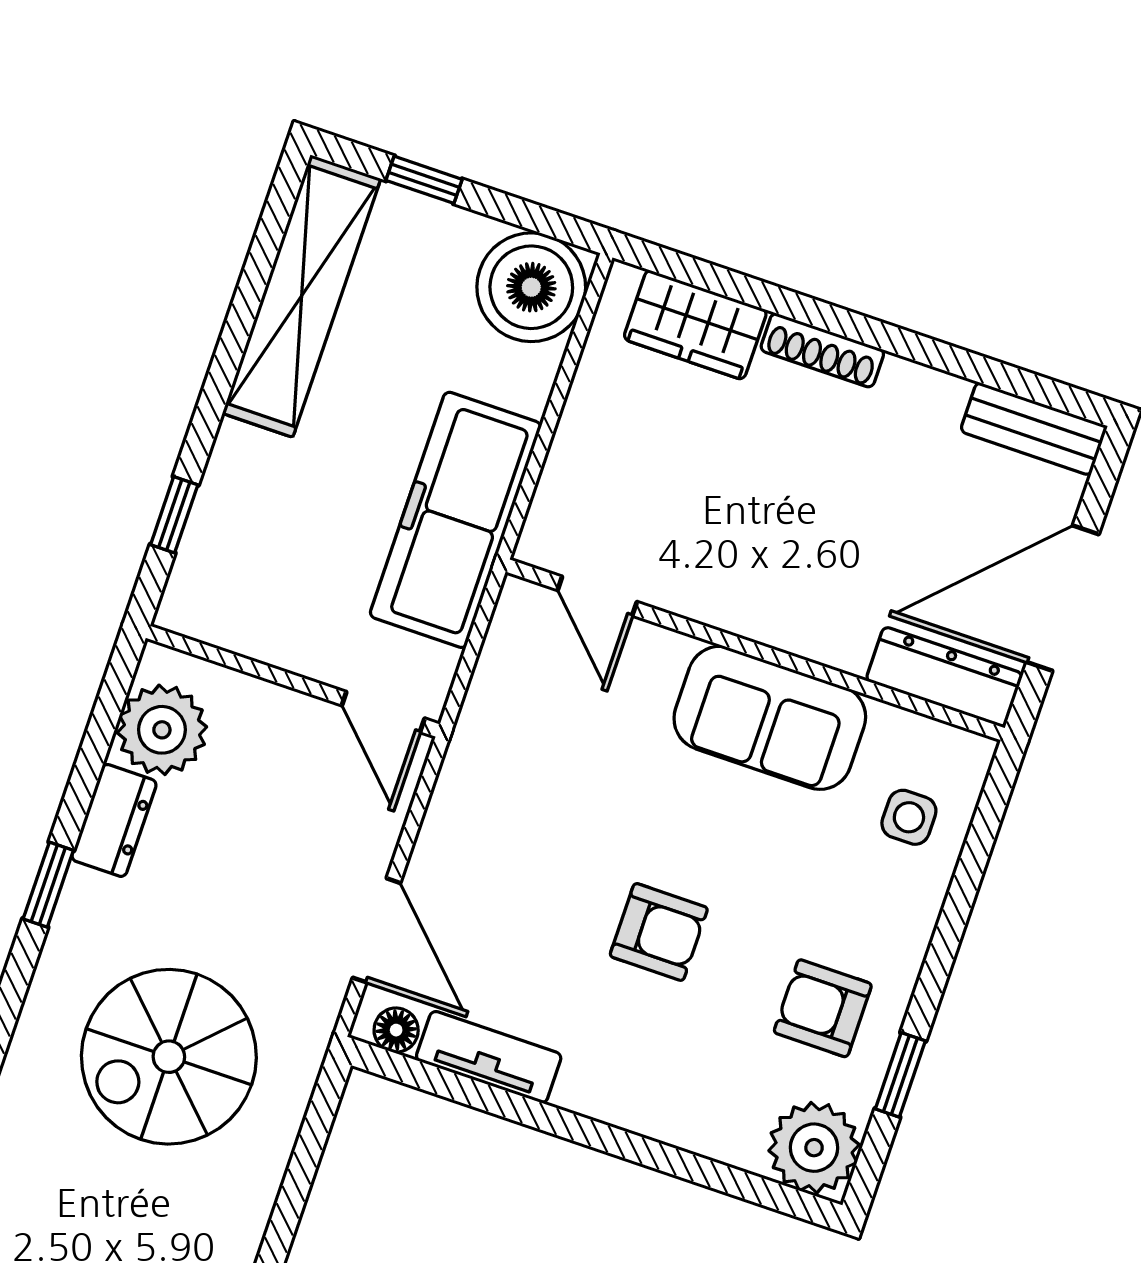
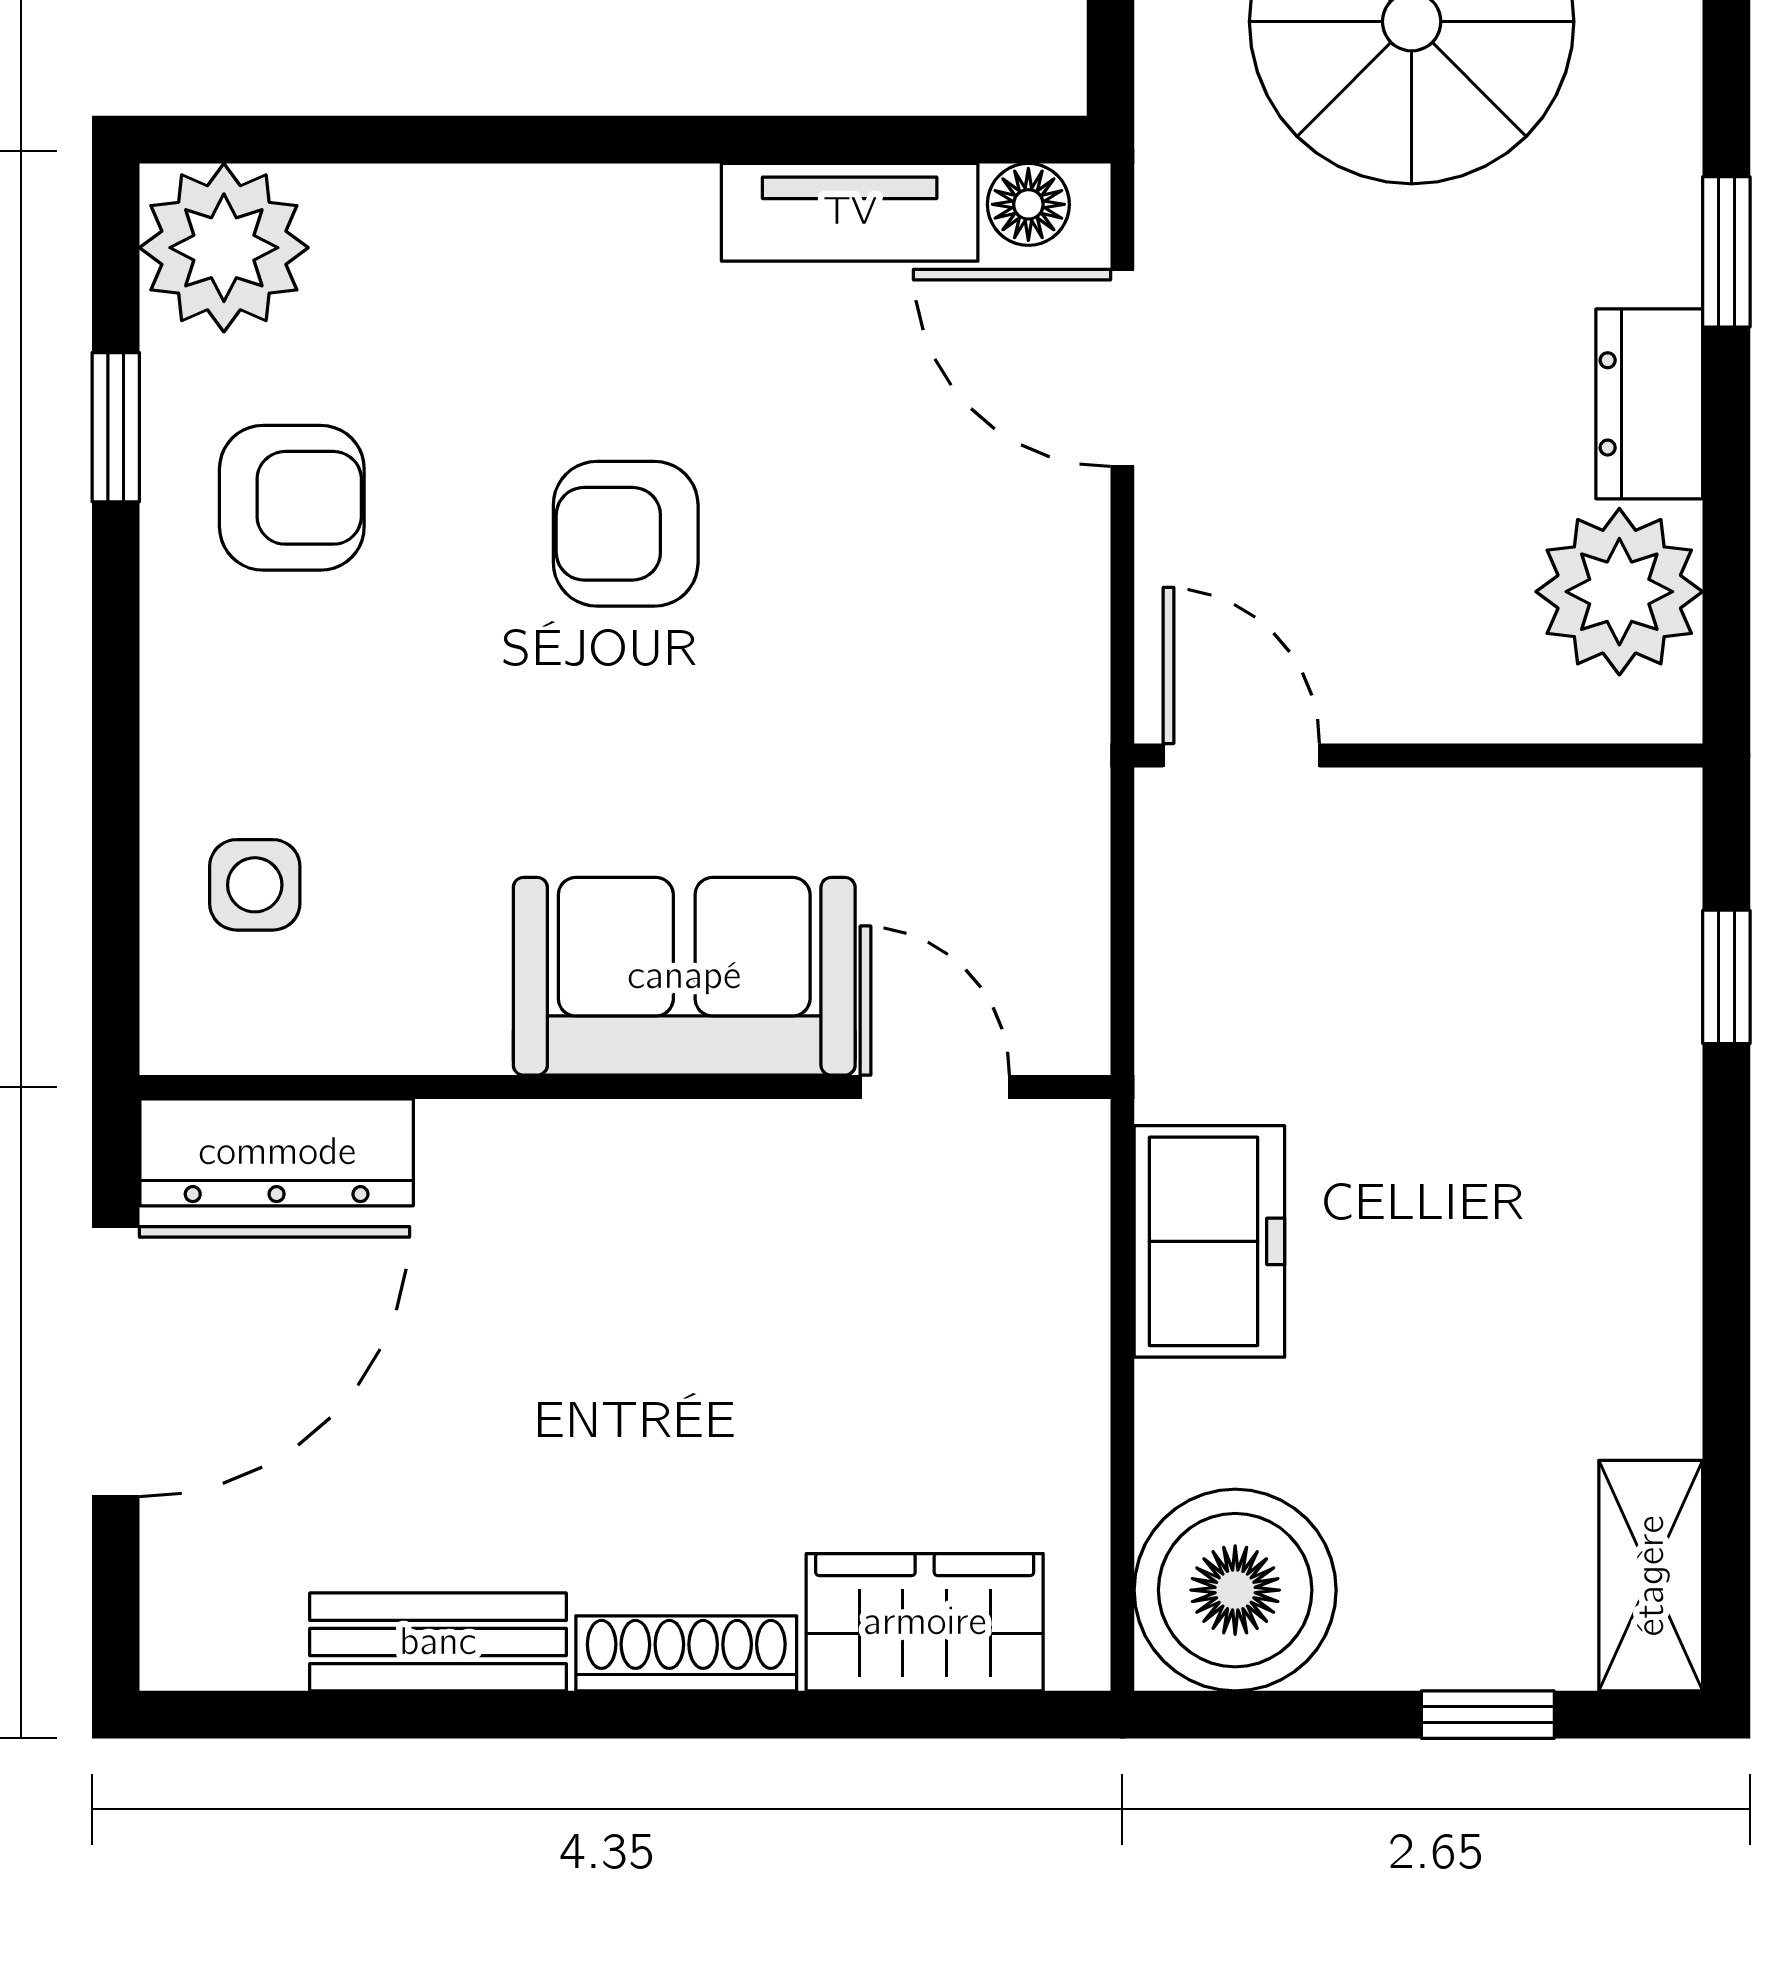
shelving: (302, 296) -> (1651, 1576), width x0.45, depth x0.75
bench: (1034, 429) -> (438, 1642), moved
freezer: (455, 520) -> (1209, 1241), width x0.52, depth x0.79
sofa: (770, 718) -> (684, 976), moved

